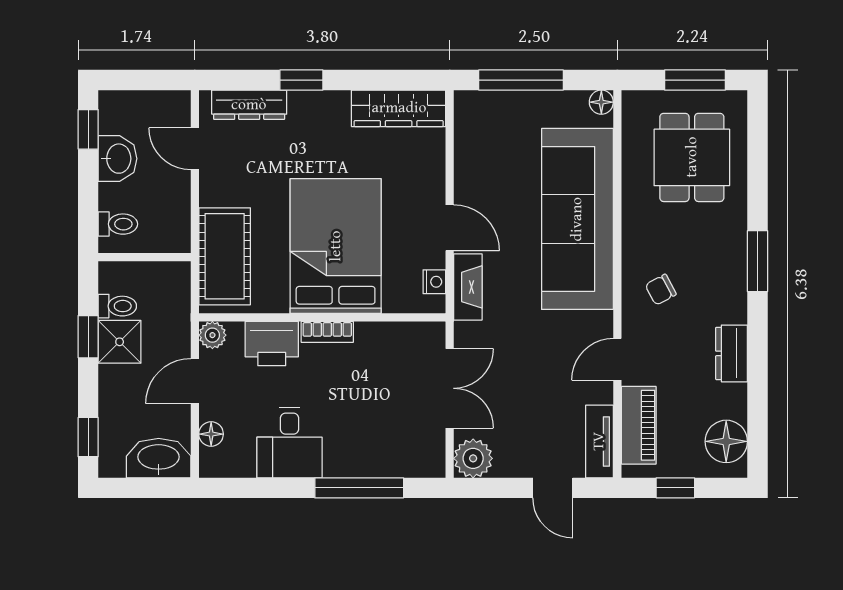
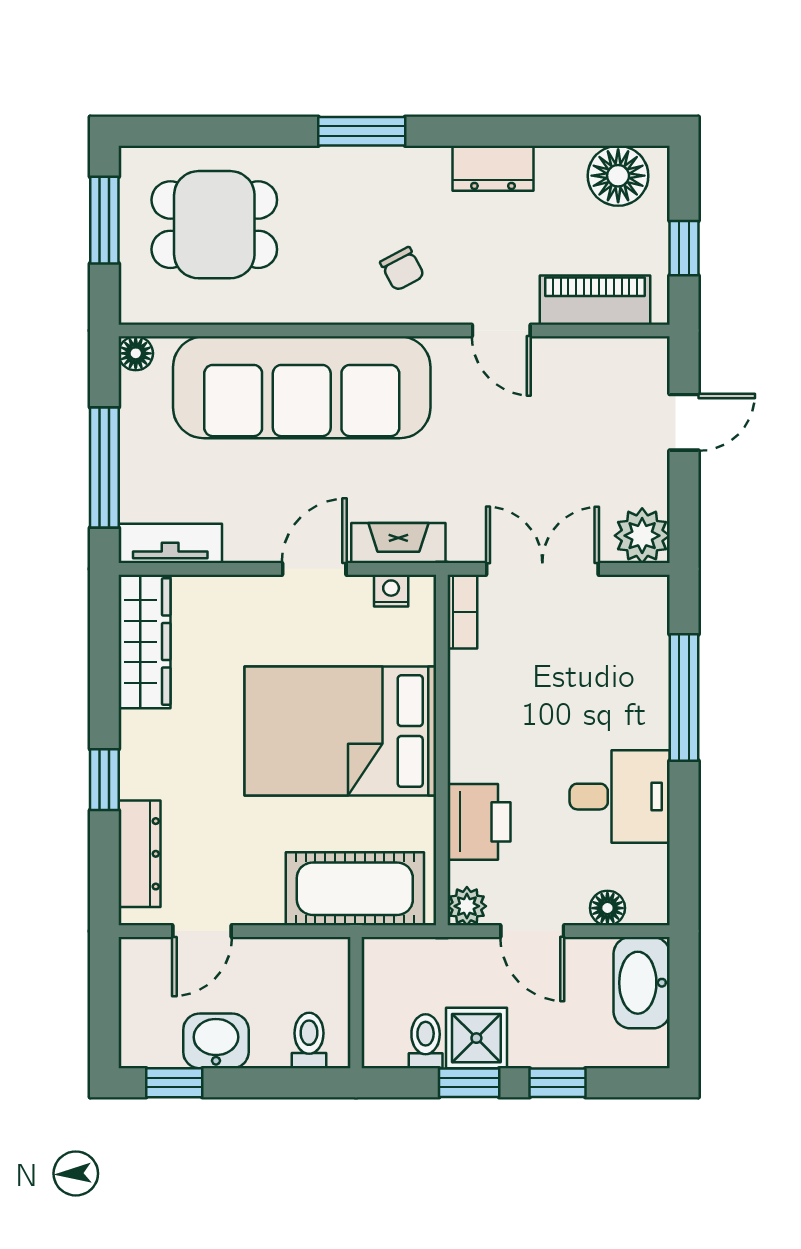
bookcase: (327, 332) -> (462, 612), moved
window: (88, 437) -> (558, 1083), moved
tv unit: (599, 441) -> (170, 543), moved, turned 180

